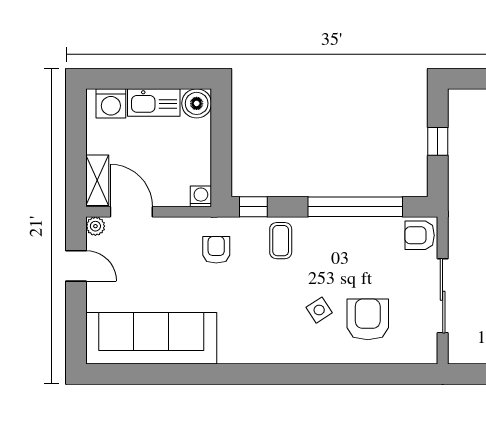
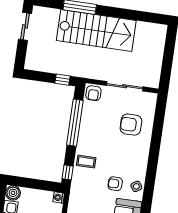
window: (438, 141) -> (62, 80), moved
armchair: (216, 250) -> (115, 184), moved
side table: (319, 310) -> (136, 186), moved

